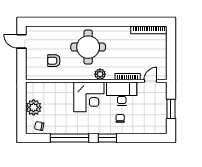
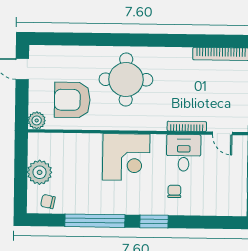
armchair: (54, 61) -> (72, 100), width x1.88, depth x1.88
plant: (100, 74) -> (37, 120), moved
door: (150, 81) -> (222, 133), swing flipped
desk: (122, 94) -> (184, 153), width x0.73

